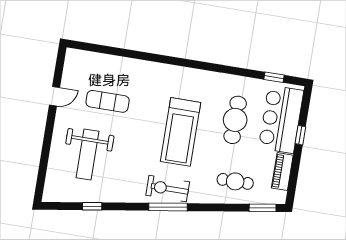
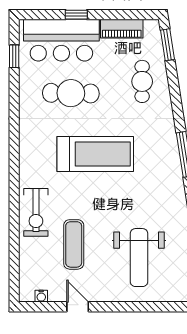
water cooler: (69, 67) -> (41, 296), added
weight bench: (87, 155) -> (139, 258), turned 90
exercise bike: (168, 189) -> (36, 212), moved

